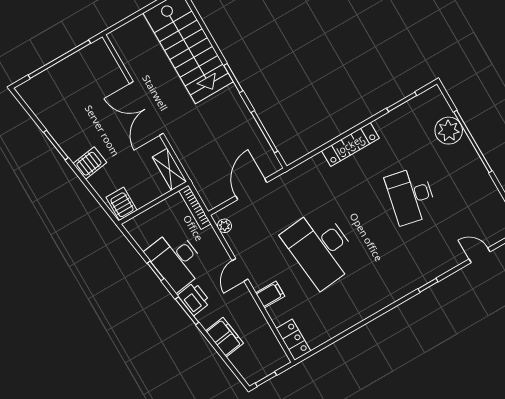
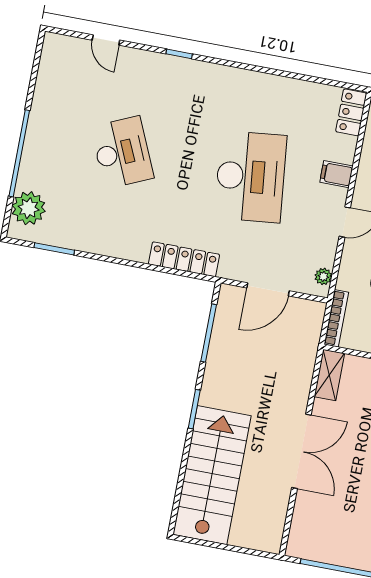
plant: (449, 131) -> (29, 208), moved
locker: (350, 145) -> (184, 259), moved
desk: (411, 196) -> (122, 152), turned -36

